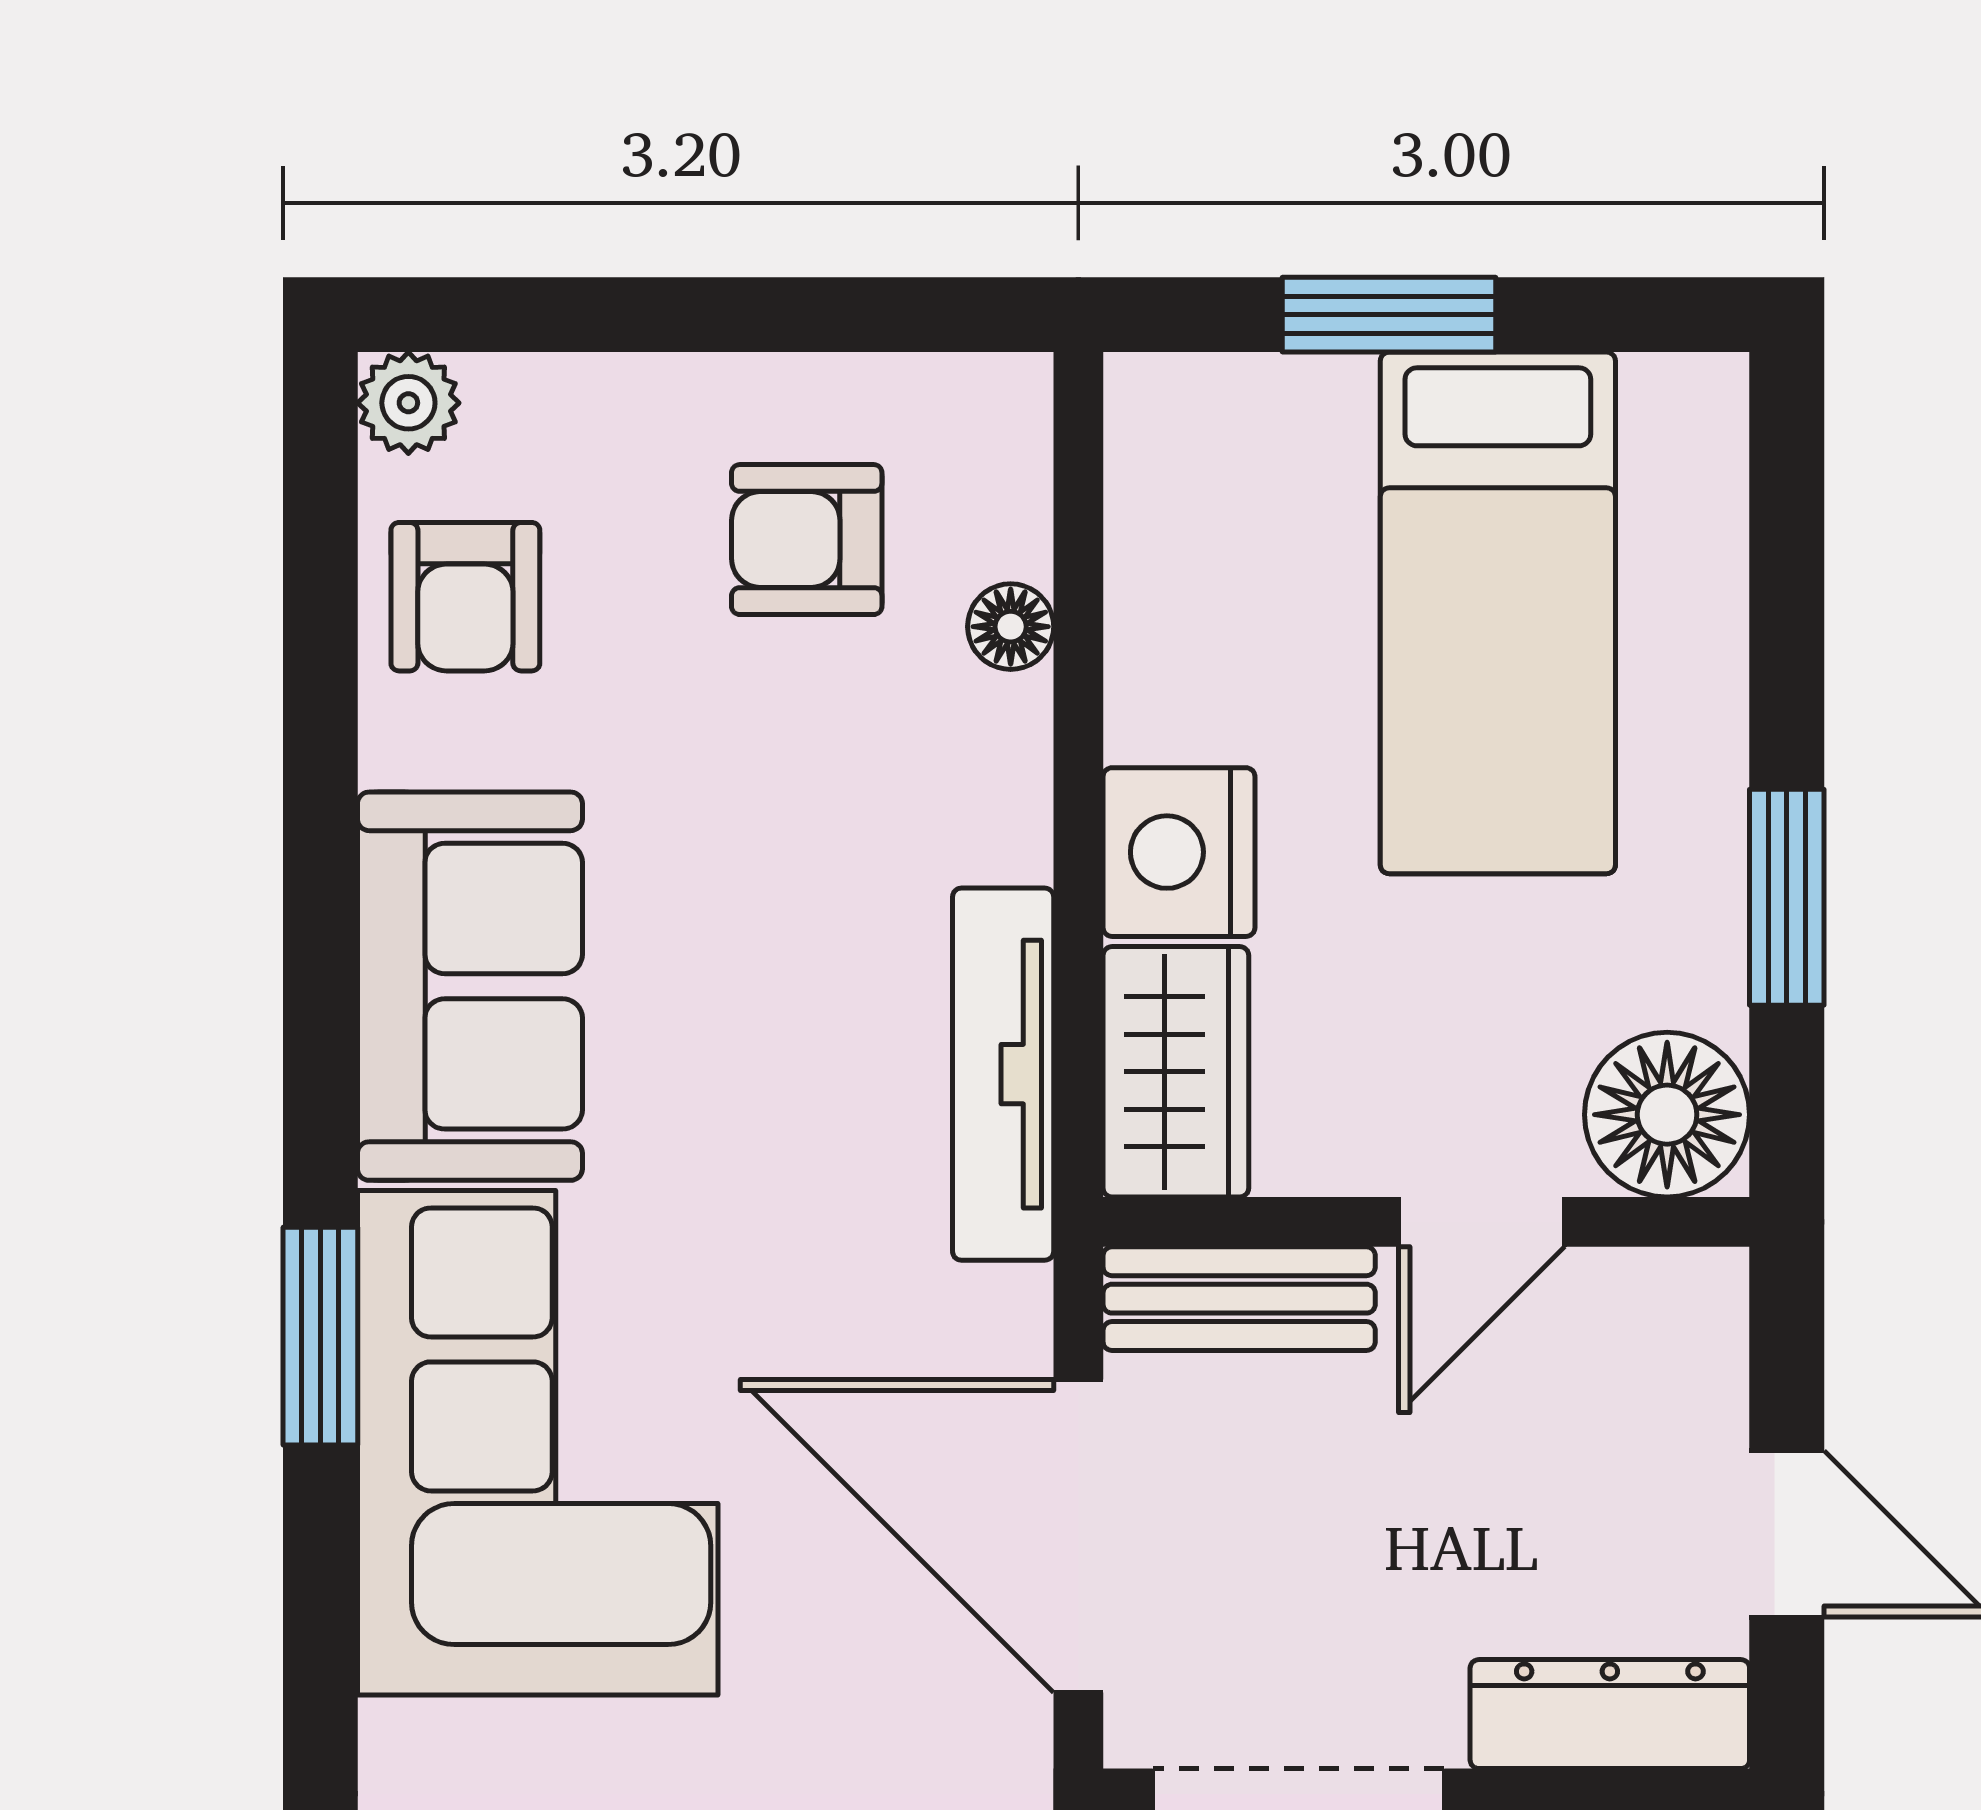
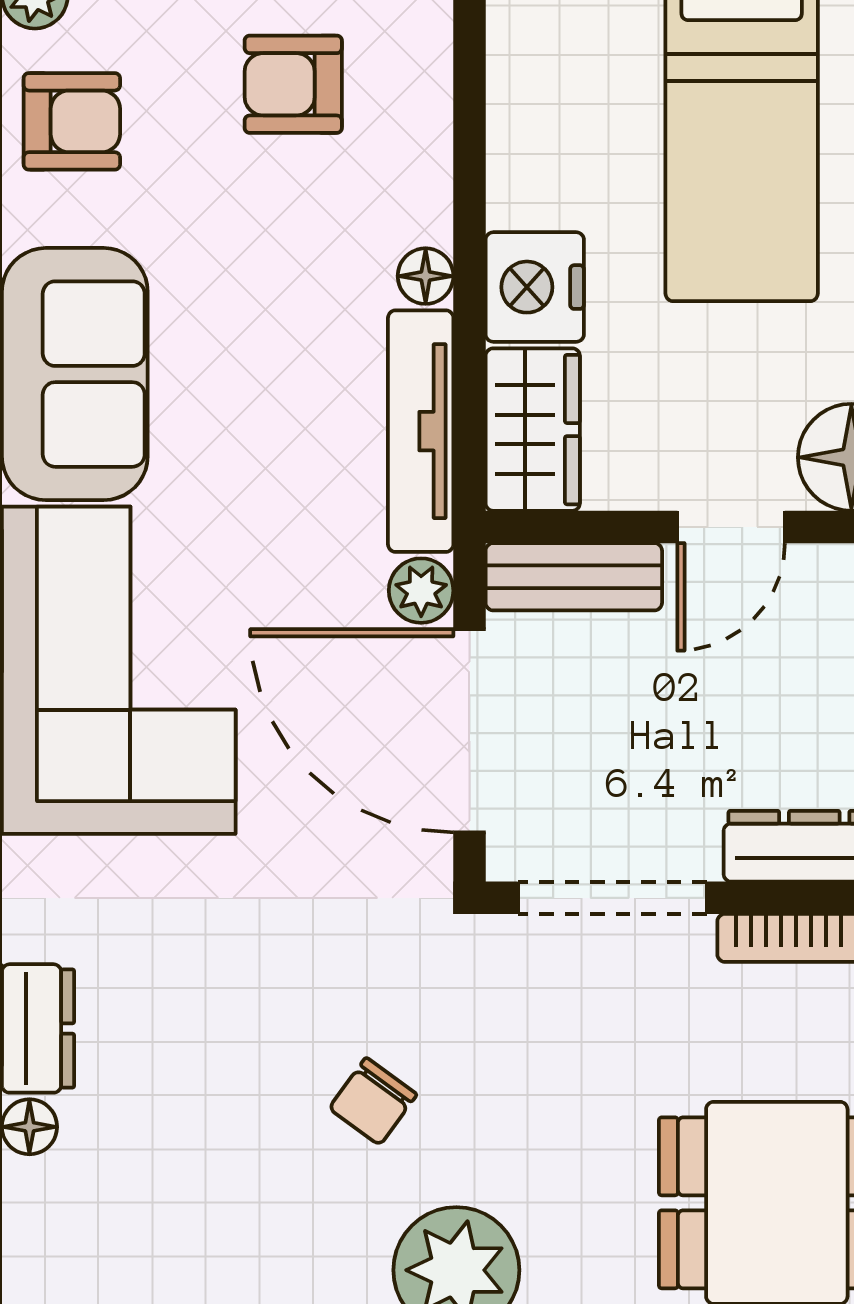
armchair: (465, 597) -> (72, 121), turned -90
floor lamp: (1011, 627) -> (426, 276), moved
plant: (1004, 1320) -> (421, 591), added

